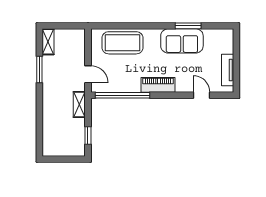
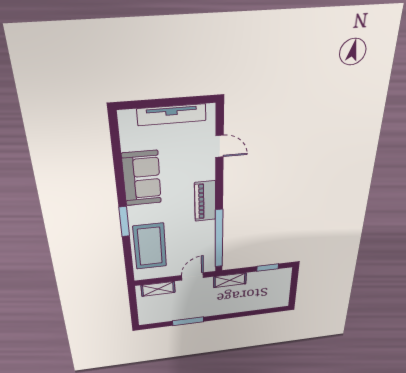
window: (188, 26) -> (124, 222), moved
shelving: (48, 42) -> (158, 289), moved
tv unit: (228, 70) -> (172, 115), width x1.41
door: (202, 95) -> (220, 146), swing flipped

